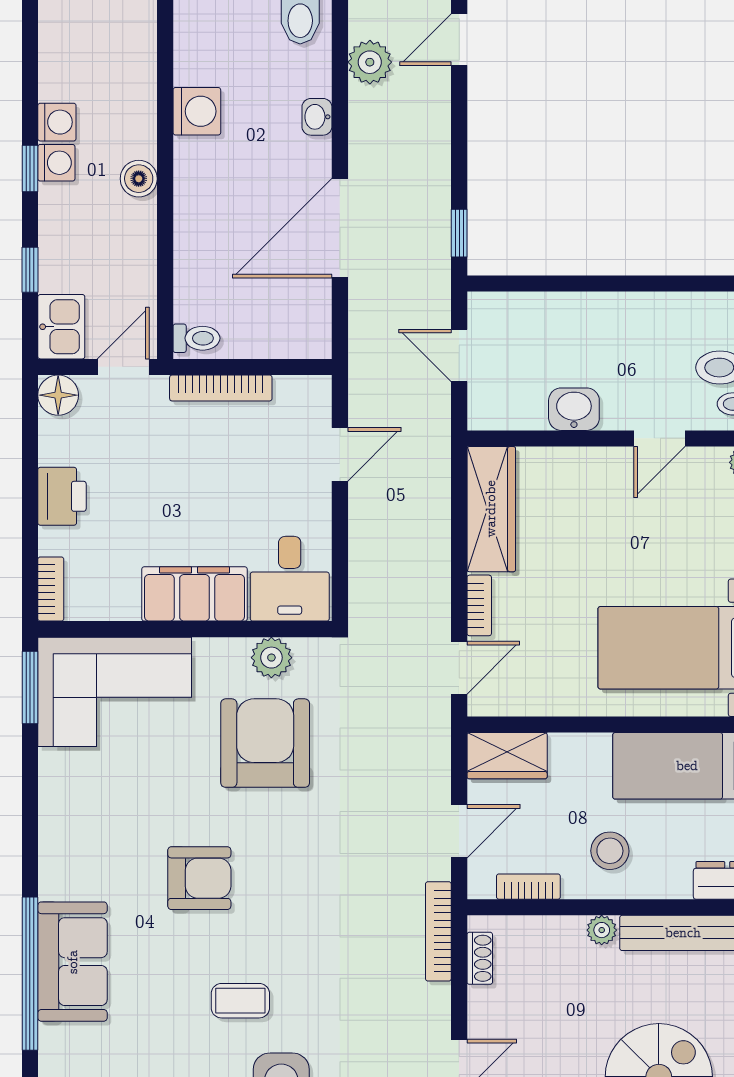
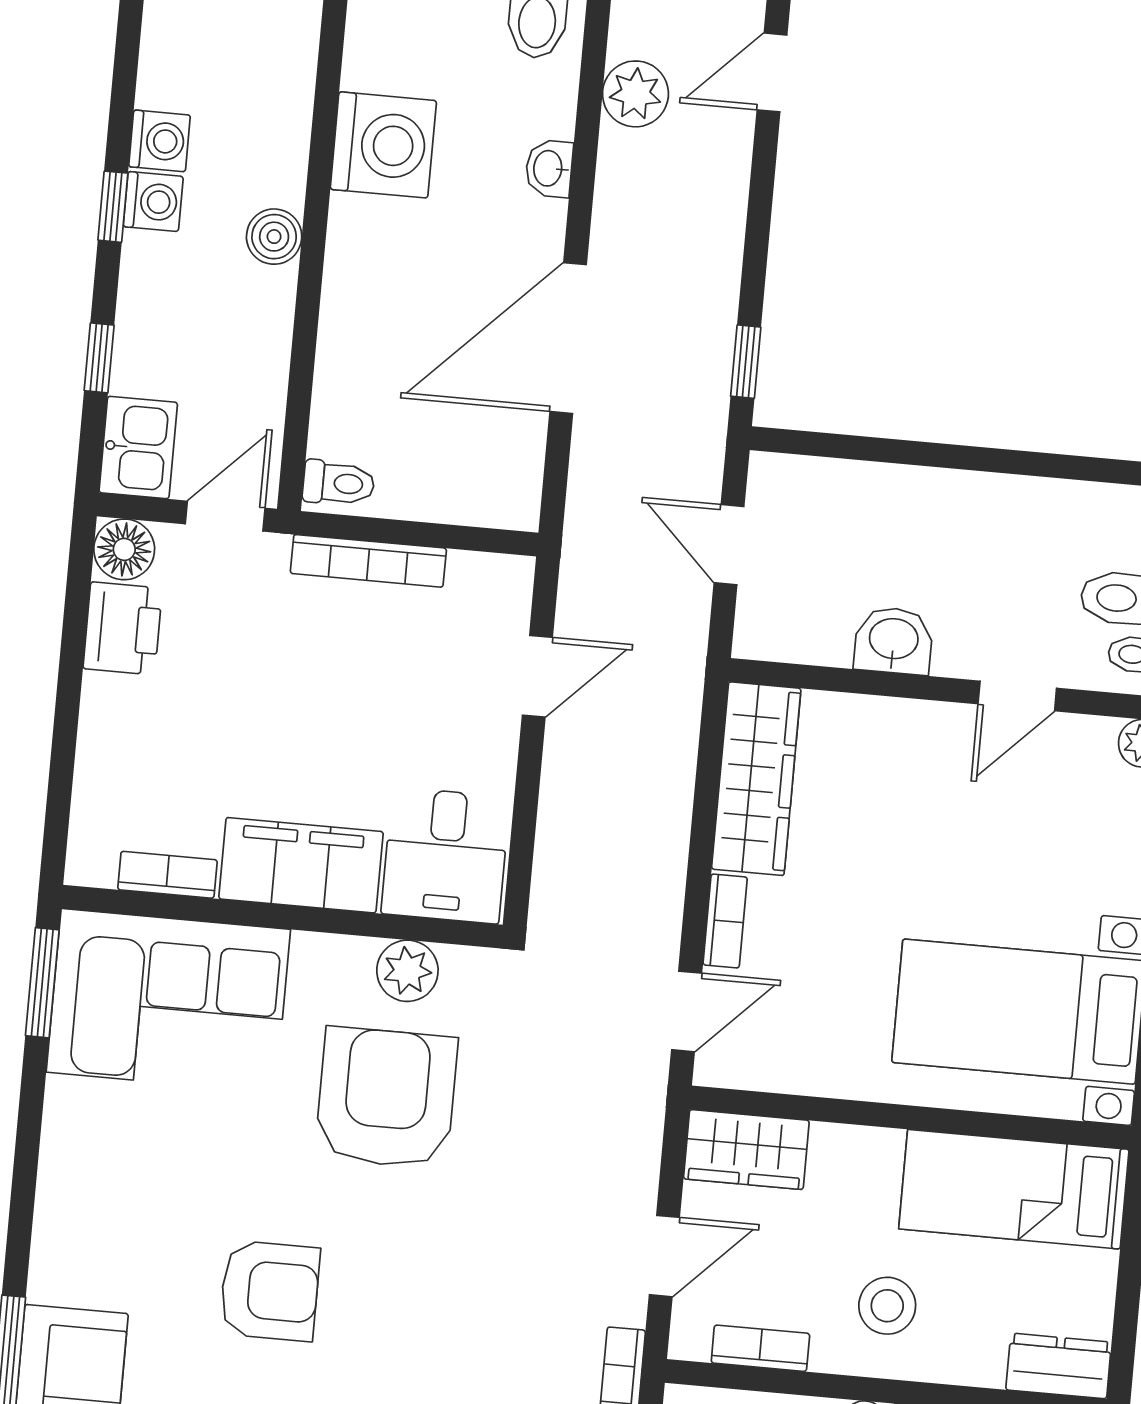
washing machine: (197, 111) -> (383, 145), width x1.37, depth x1.37
printer: (62, 496) -> (123, 628), moved
bookcase: (51, 589) -> (167, 875), moved, turned -90

